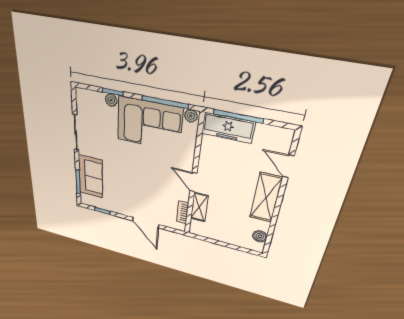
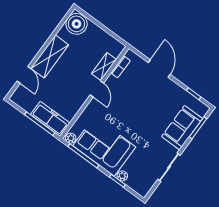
boiler: (260, 236) -> (77, 24), width x1.86, depth x1.86

